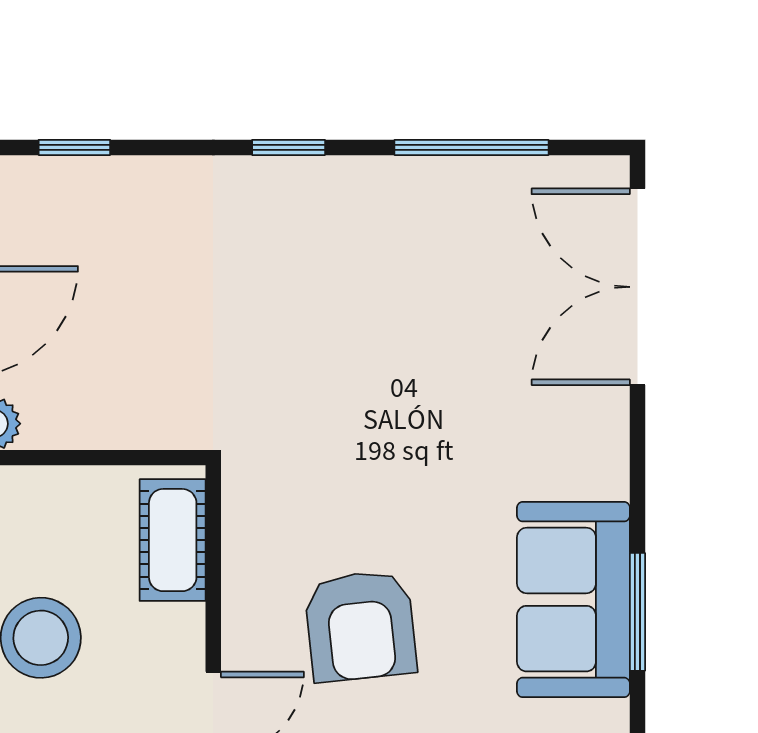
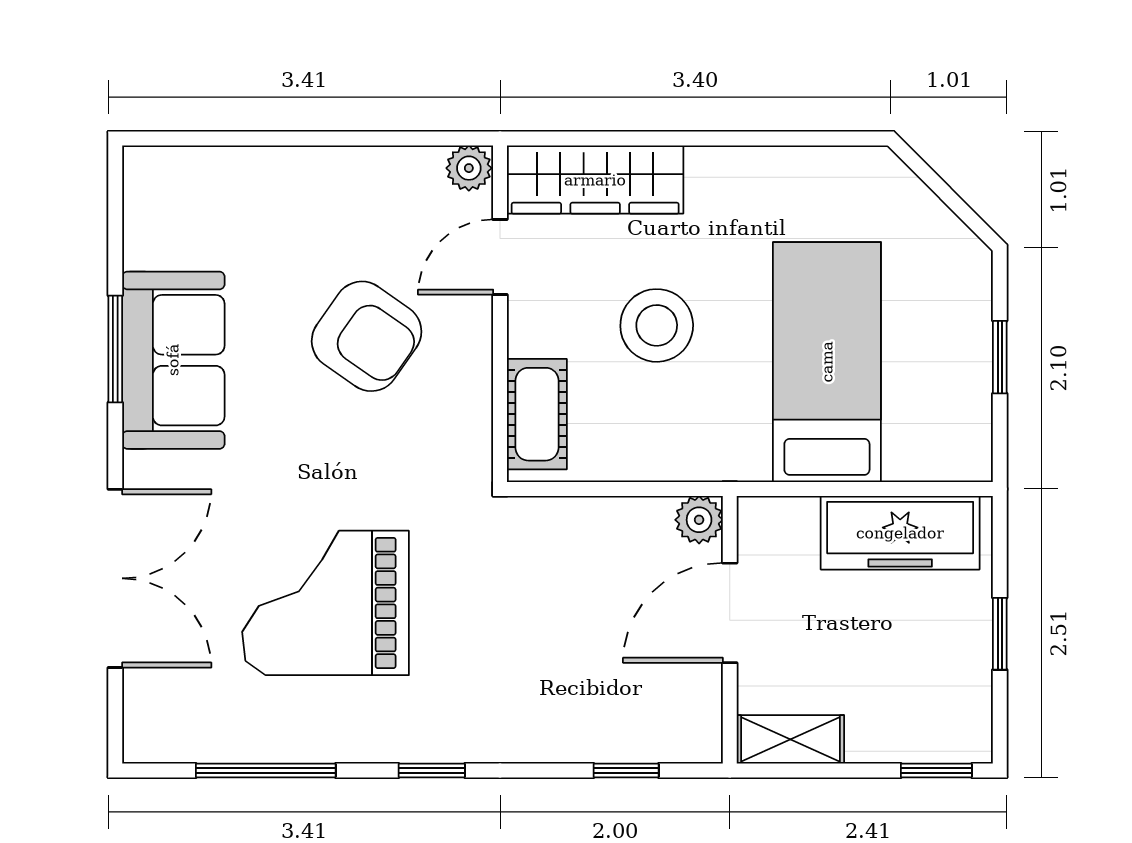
double door: (637, 287) -> (115, 578), moved
grand piano: (406, 332) -> (326, 603), added
armchair: (360, 626) -> (367, 336), turned 131

